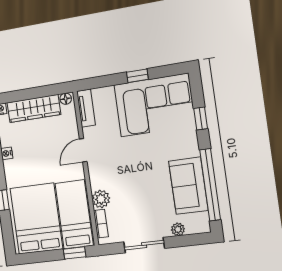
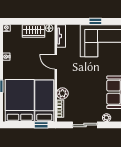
wardrobe: (34, 109) -> (34, 31), width x0.67
door: (83, 150) -> (56, 62), hinge flipped

